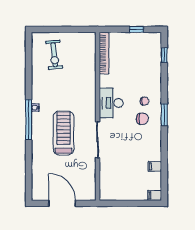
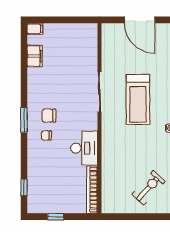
exercise bike: (54, 55) -> (149, 188), turned 48
desk: (111, 103) -> (84, 148), moved
filing cabinet: (155, 166) -> (35, 56), width x2.00

